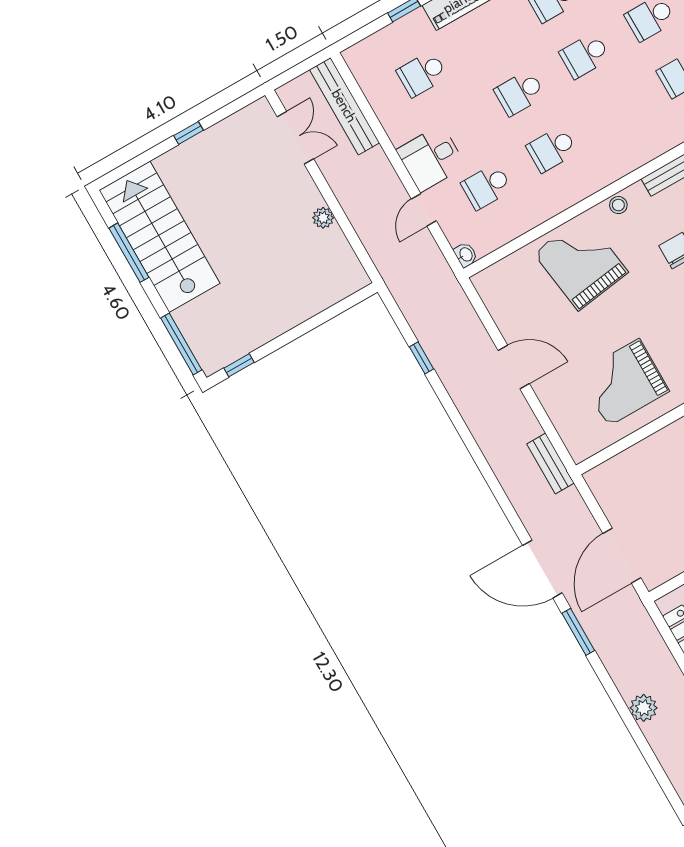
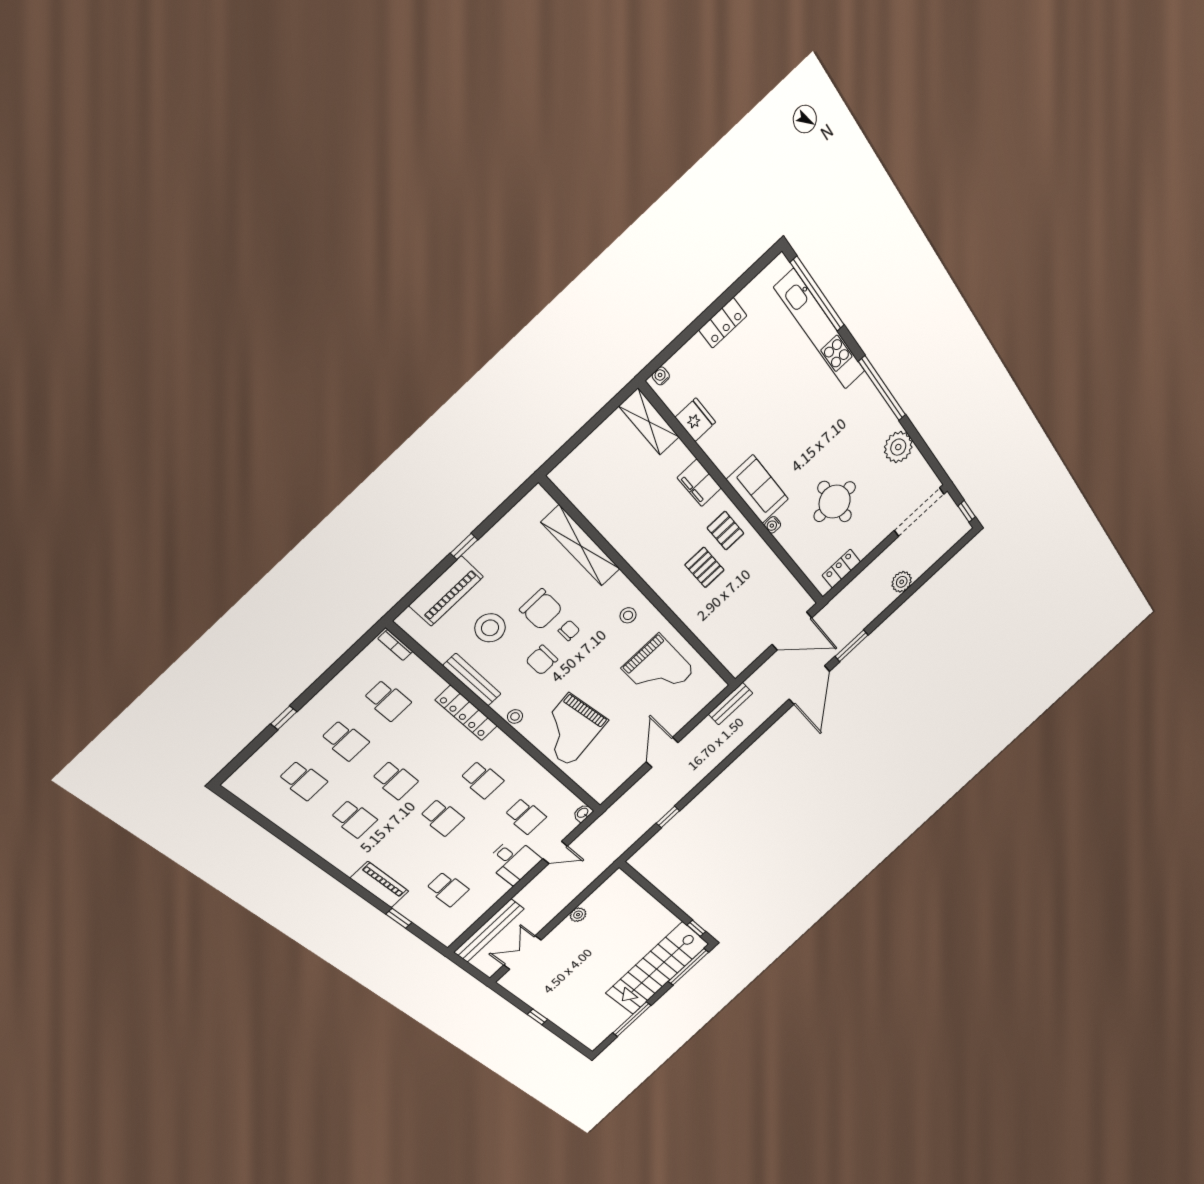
locker: (640, 153) -> (466, 713), added
stairs: (159, 237) -> (657, 968), moved

